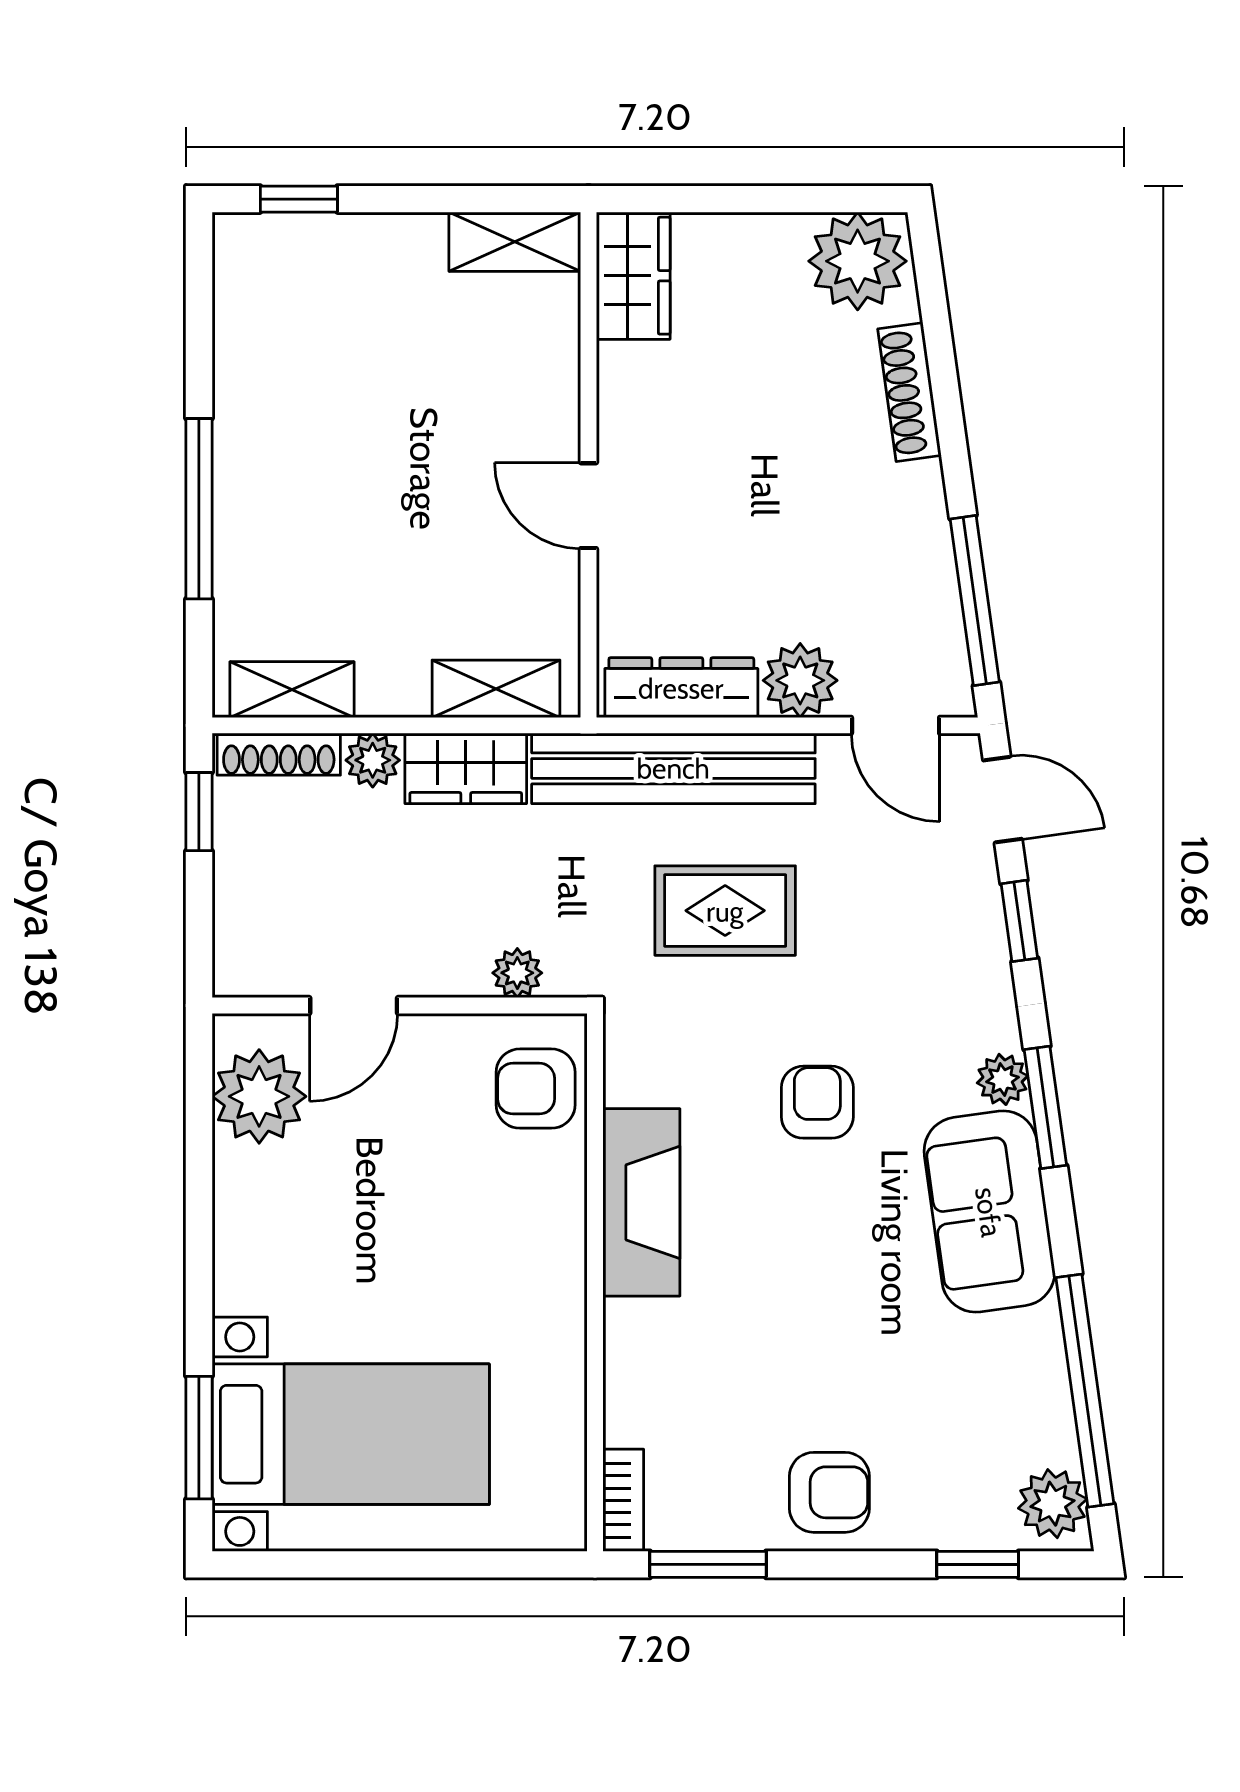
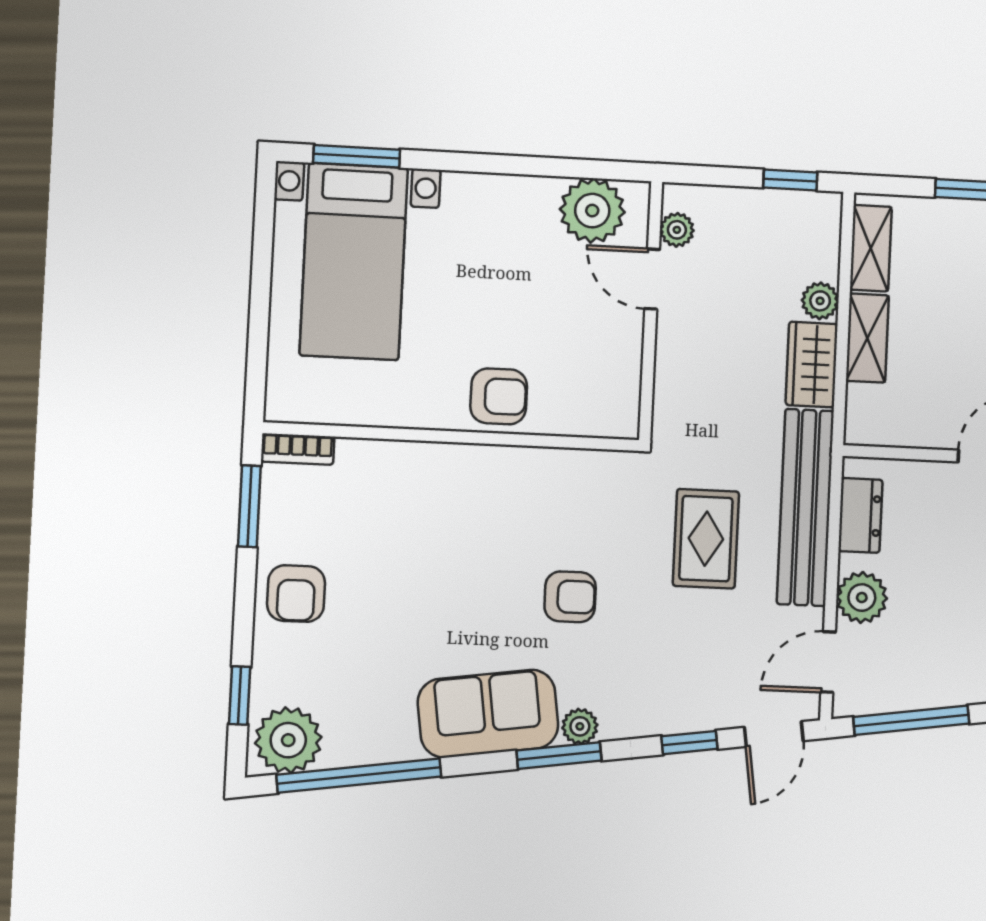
dresser: (681, 688) -> (860, 515), width x0.70
shelving: (496, 689) -> (867, 338), moved
shoe rack: (279, 754) -> (827, 237), removed
plant: (517, 973) -> (677, 230), moved
armchair: (536, 1089) -> (499, 396), moved, turned 90
fireplace: (641, 1202) -> (506, 471), removed
plant: (1052, 1504) -> (288, 740), width x1.36, depth x1.36

